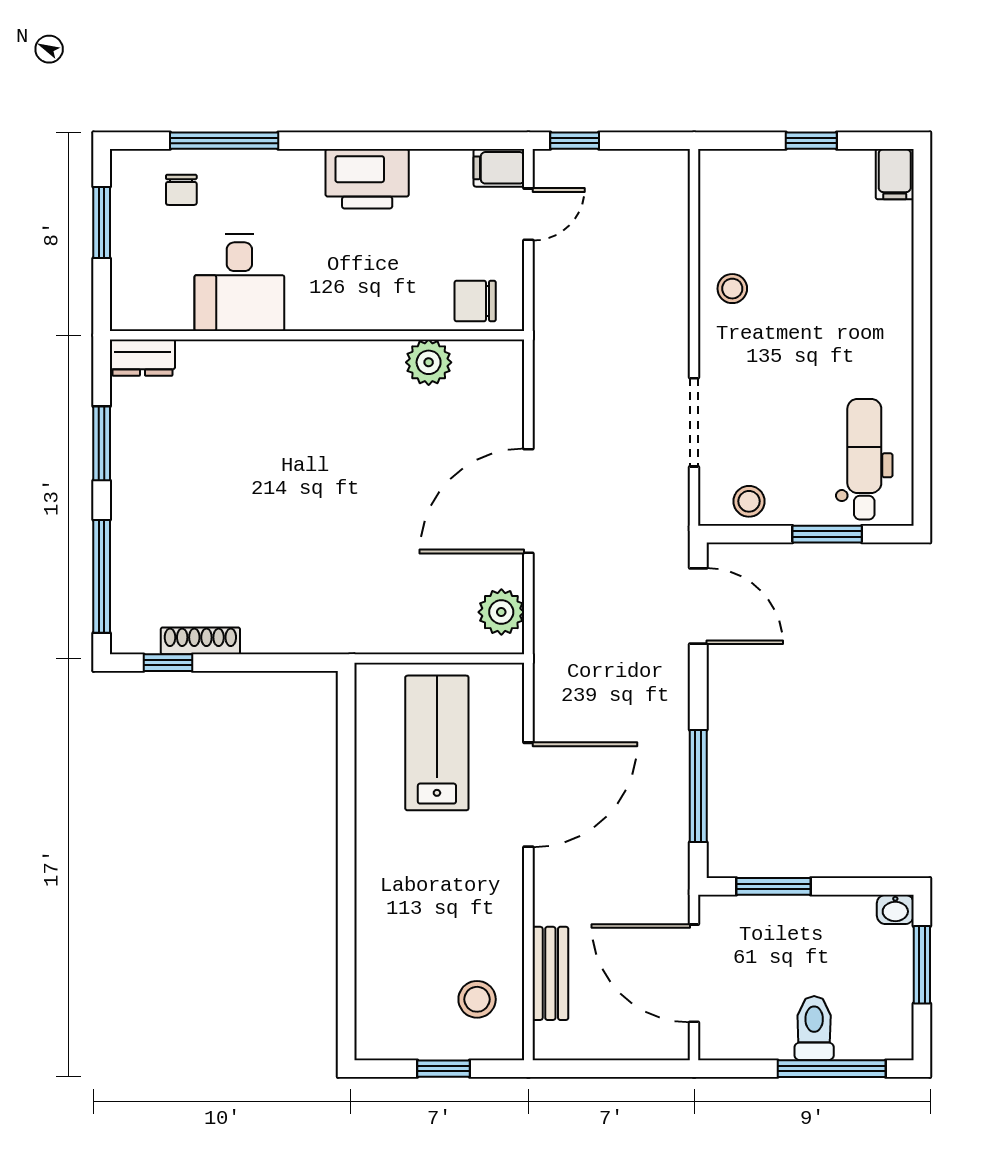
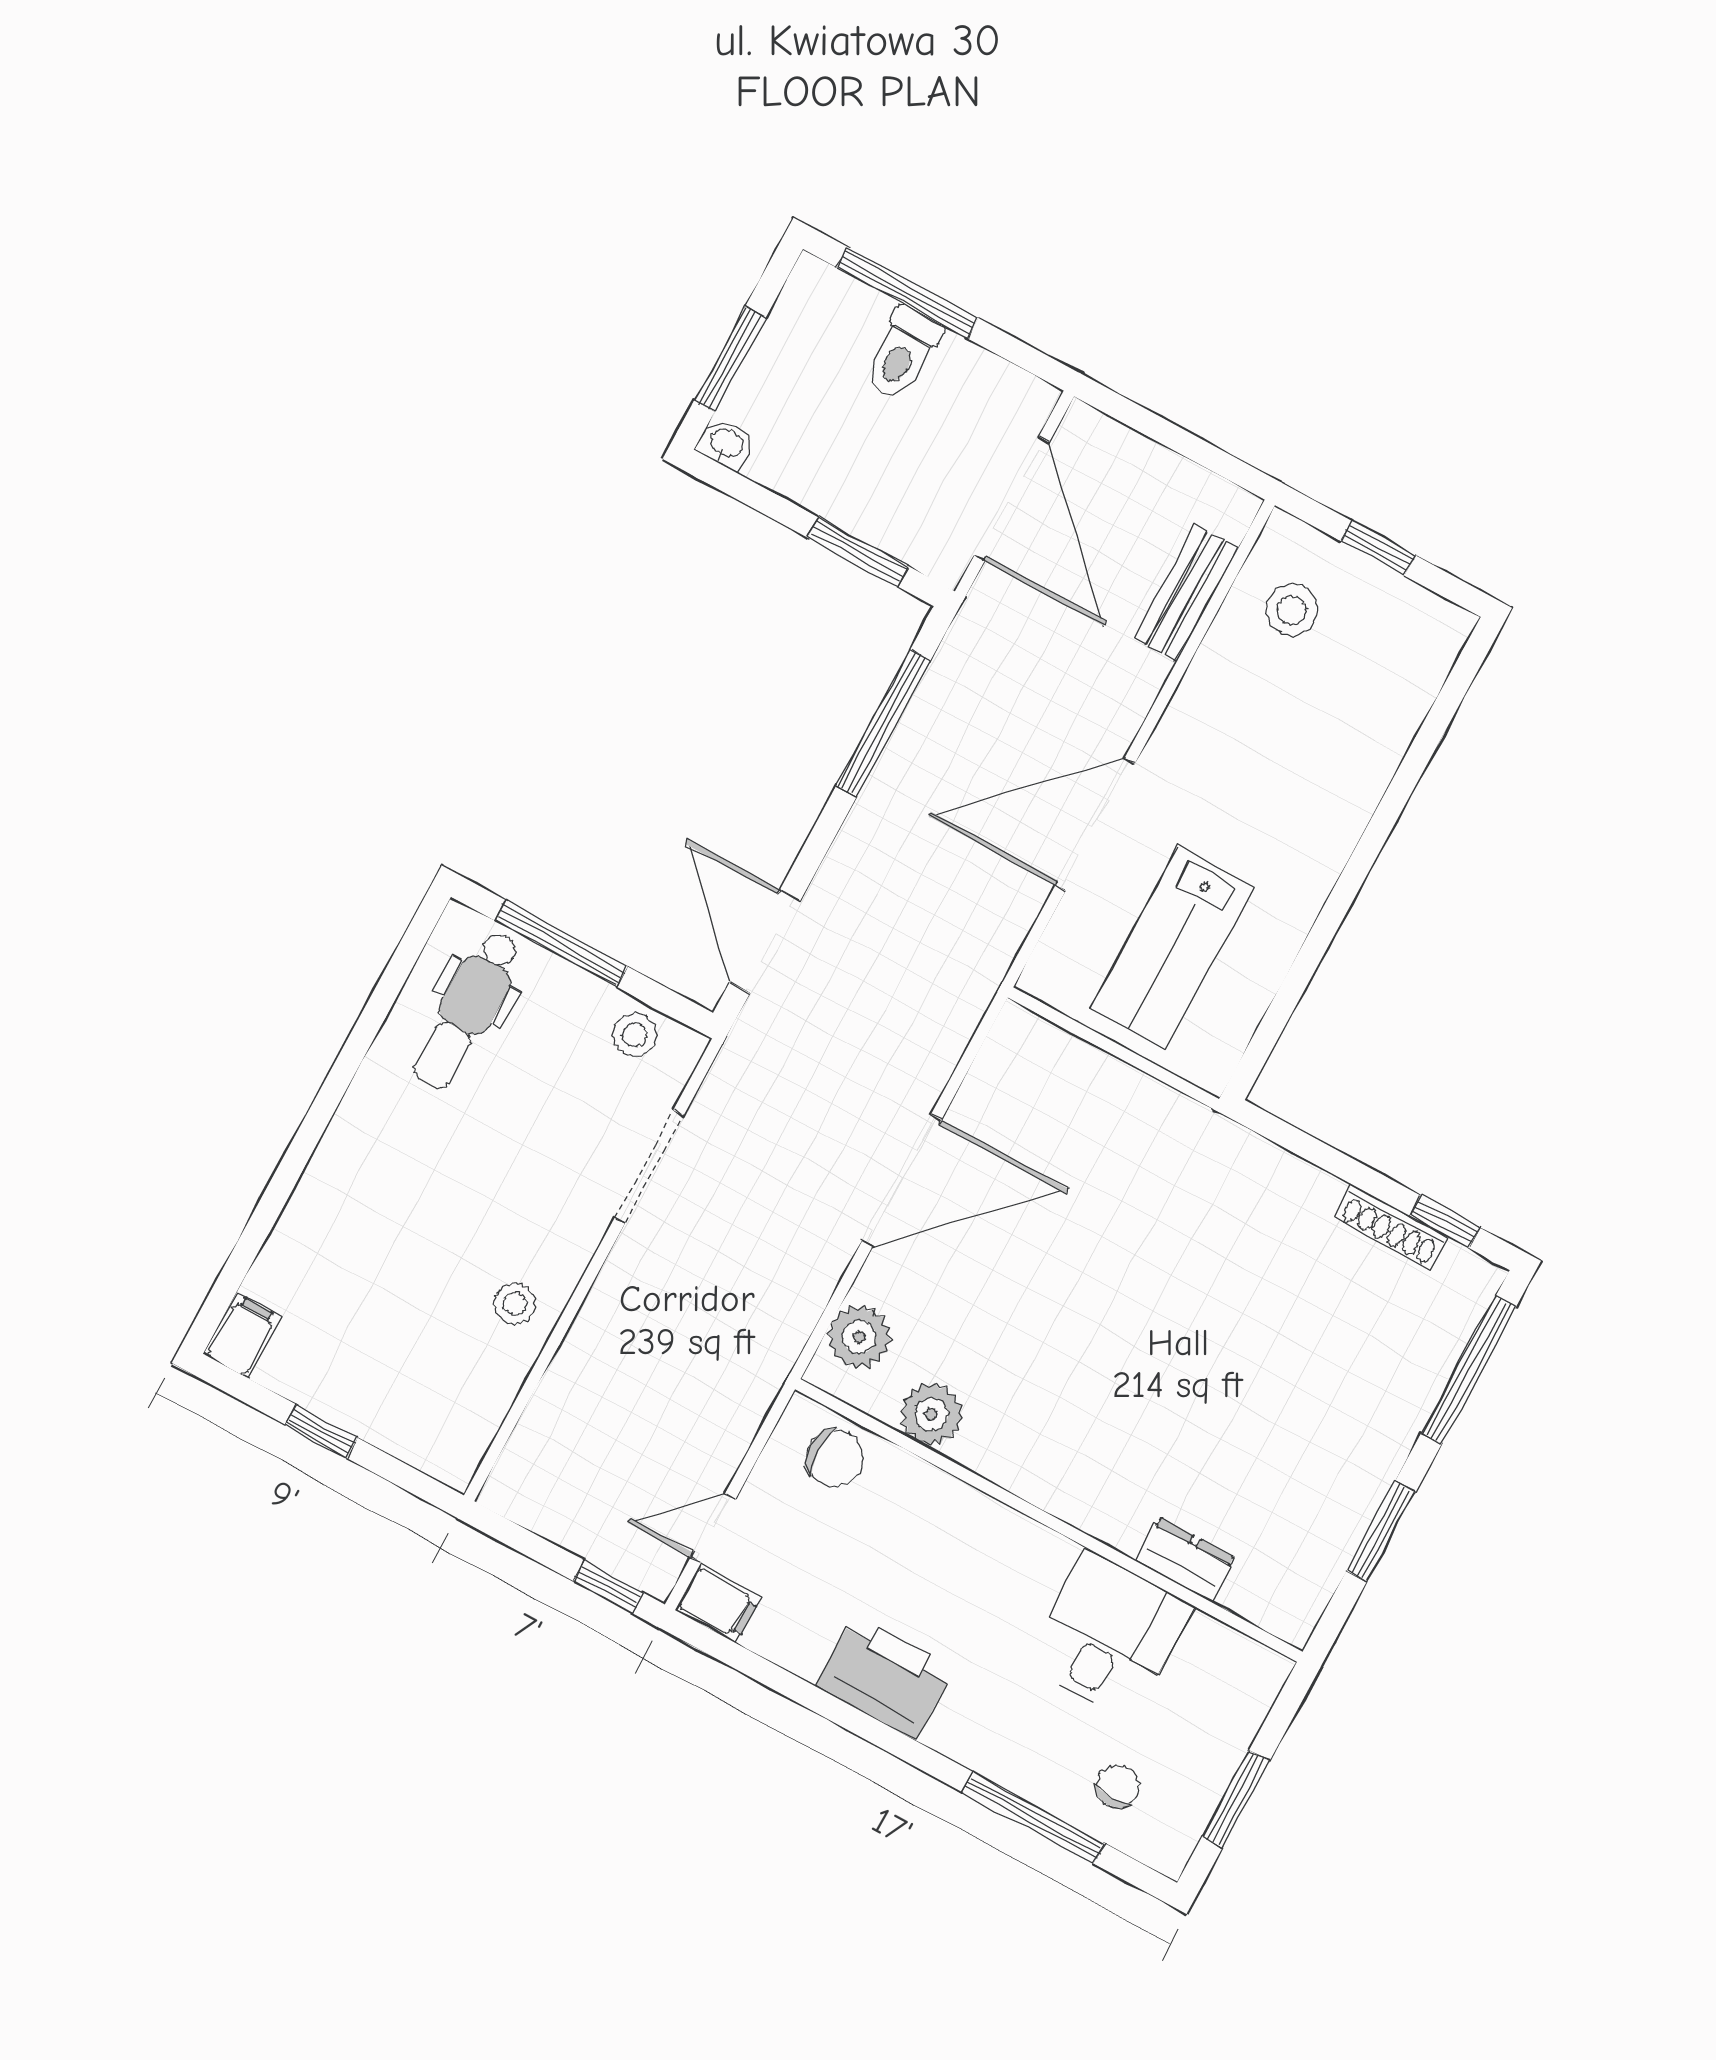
dresser: (142, 358) -> (1185, 1559), moved
window: (827, 534) -> (561, 944), width x1.44
plant: (501, 612) -> (859, 1337), moved

